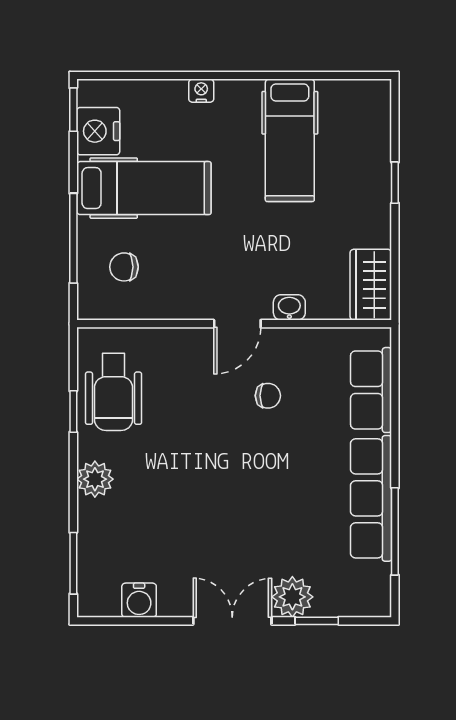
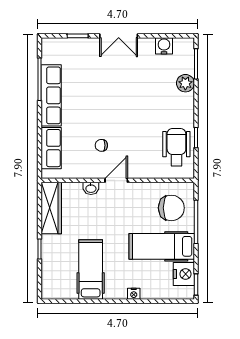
chair: (124, 267) -> (171, 208), width x1.87, depth x1.87
wardrobe: (371, 285) -> (51, 208), width x1.50
plant: (95, 479) -> (185, 83), moved
plant: (292, 597) -> (89, 47), removed

